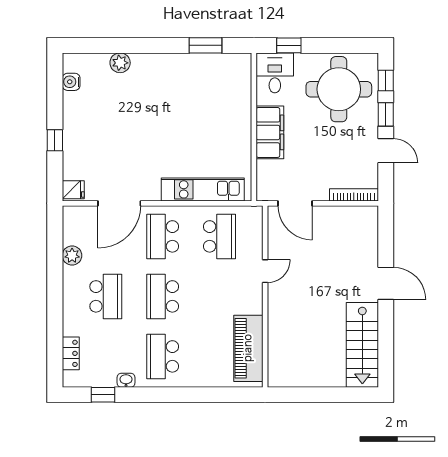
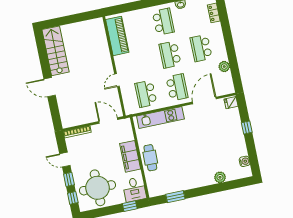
cafe table: (235, 123) -> (150, 158), added
school desk: (163, 296) -> (170, 55), turned 180

